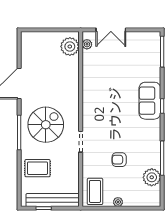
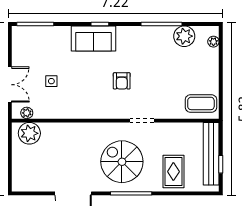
side table: (114, 65) -> (51, 81), added
armchair: (119, 160) -> (122, 81), moved
plant: (118, 202) -> (213, 42), moved

